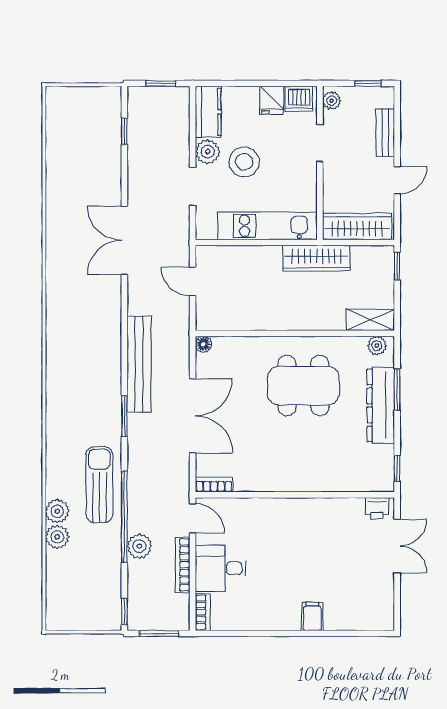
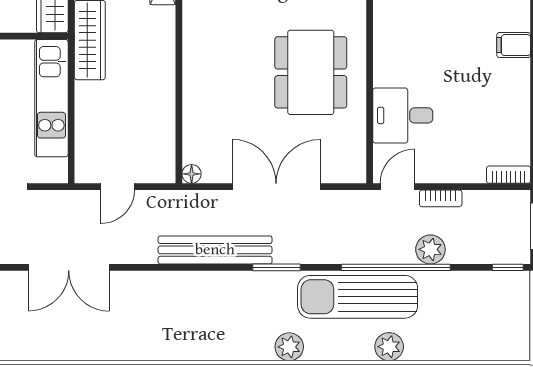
dining table: (303, 386) -> (311, 72), moved
sun lounger: (99, 485) -> (358, 297), width x1.36, depth x1.34
bookcase: (214, 485) -> (358, 161), removed
plant: (57, 537) -> (289, 347), moved
bookcase: (183, 565) -> (441, 198), width x0.64
desk: (221, 568) -> (403, 115), moved, turned 90

